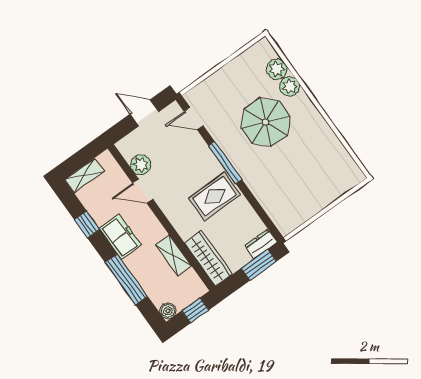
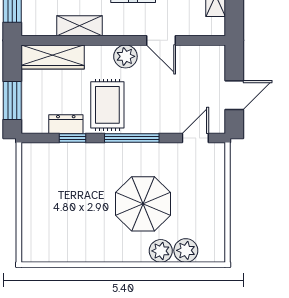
plant: (141, 165) -> (125, 56), moved
door: (143, 191) -> (161, 40), swing flipped
window: (255, 204) -> (73, 138), added
dresser: (261, 244) -> (66, 124), moved, turned -90

